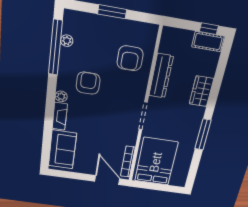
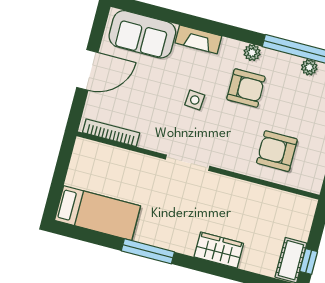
dresser: (161, 76) -> (247, 193), removed
plant: (61, 96) -> (252, 53), moved
side table: (101, 115) -> (195, 100), added
bed: (156, 162) -> (98, 213), moved, width x0.67
door: (107, 180) -> (87, 70), moved

